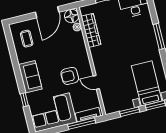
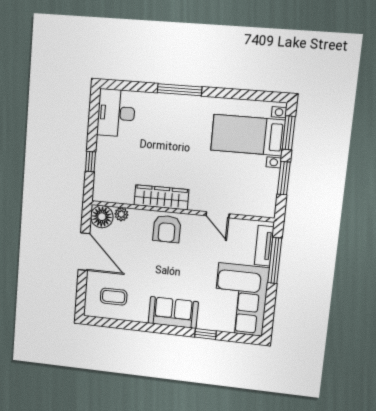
wardrobe: (91, 30) -> (161, 197), moved
armchair: (70, 76) -> (167, 229), moved
door: (96, 82) -> (218, 215), hinge flipped

